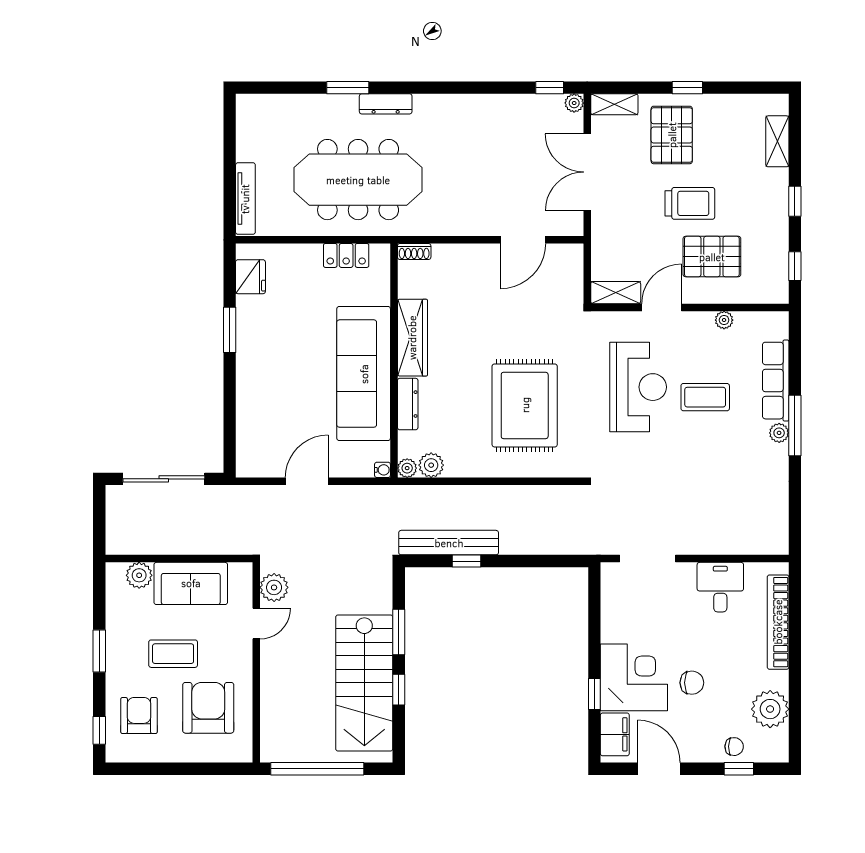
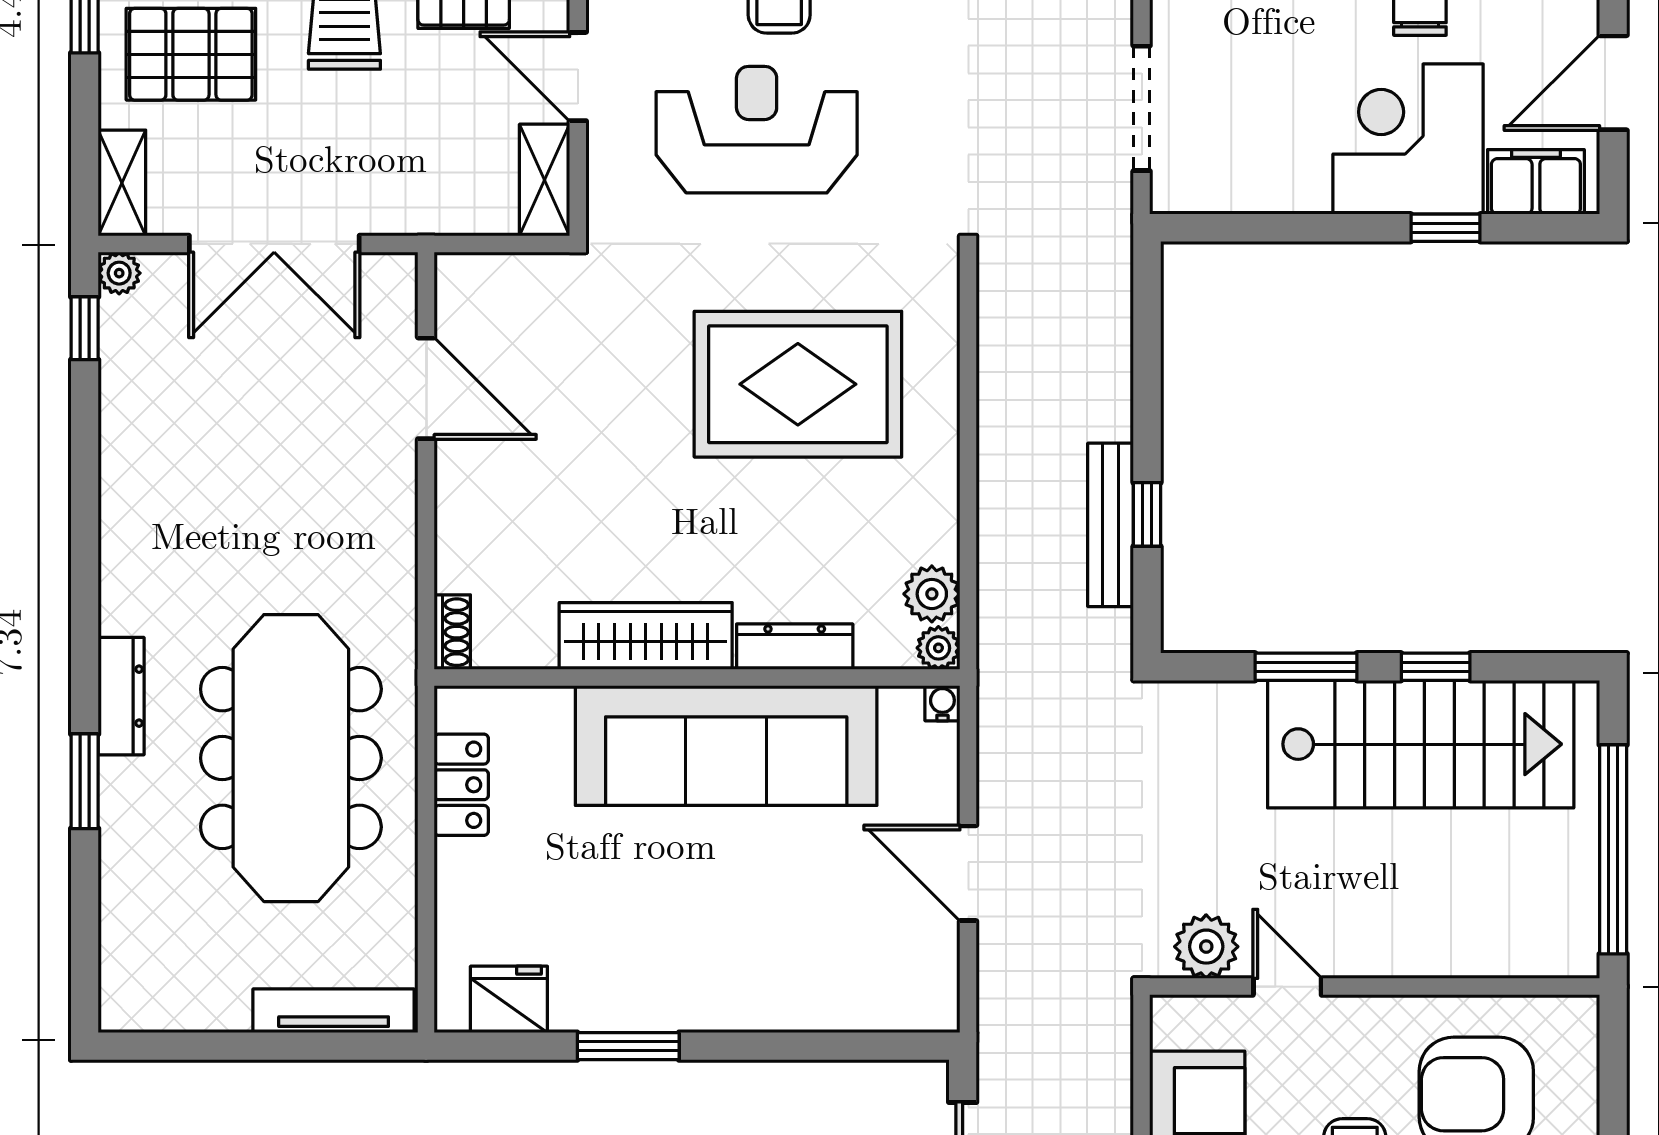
bench: (449, 543) -> (1111, 525), width x0.73, depth x0.82

